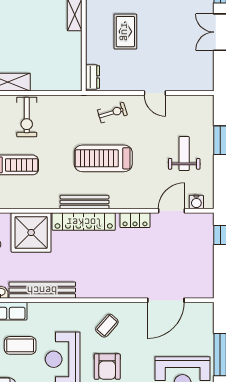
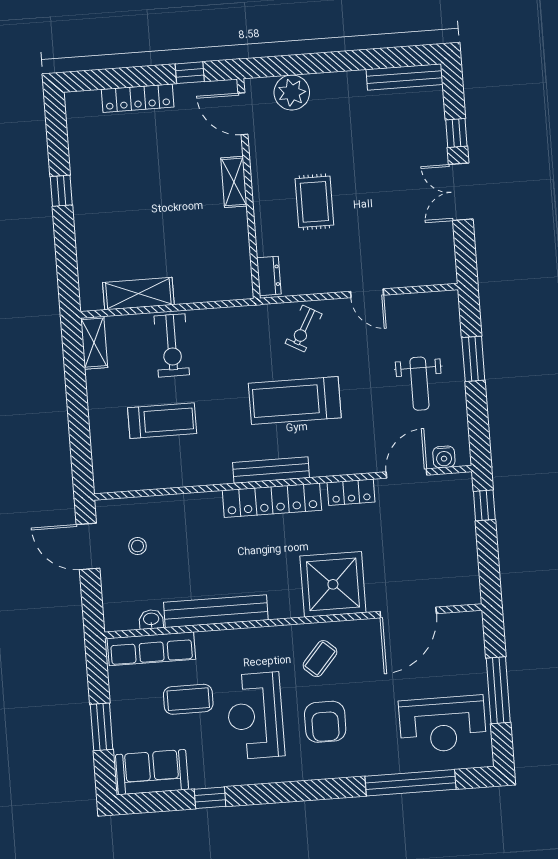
exercise bike: (112, 113) -> (304, 329), turned 136
weight bench: (184, 154) -> (419, 384), turned 180
shower: (31, 232) -> (333, 584), moved

